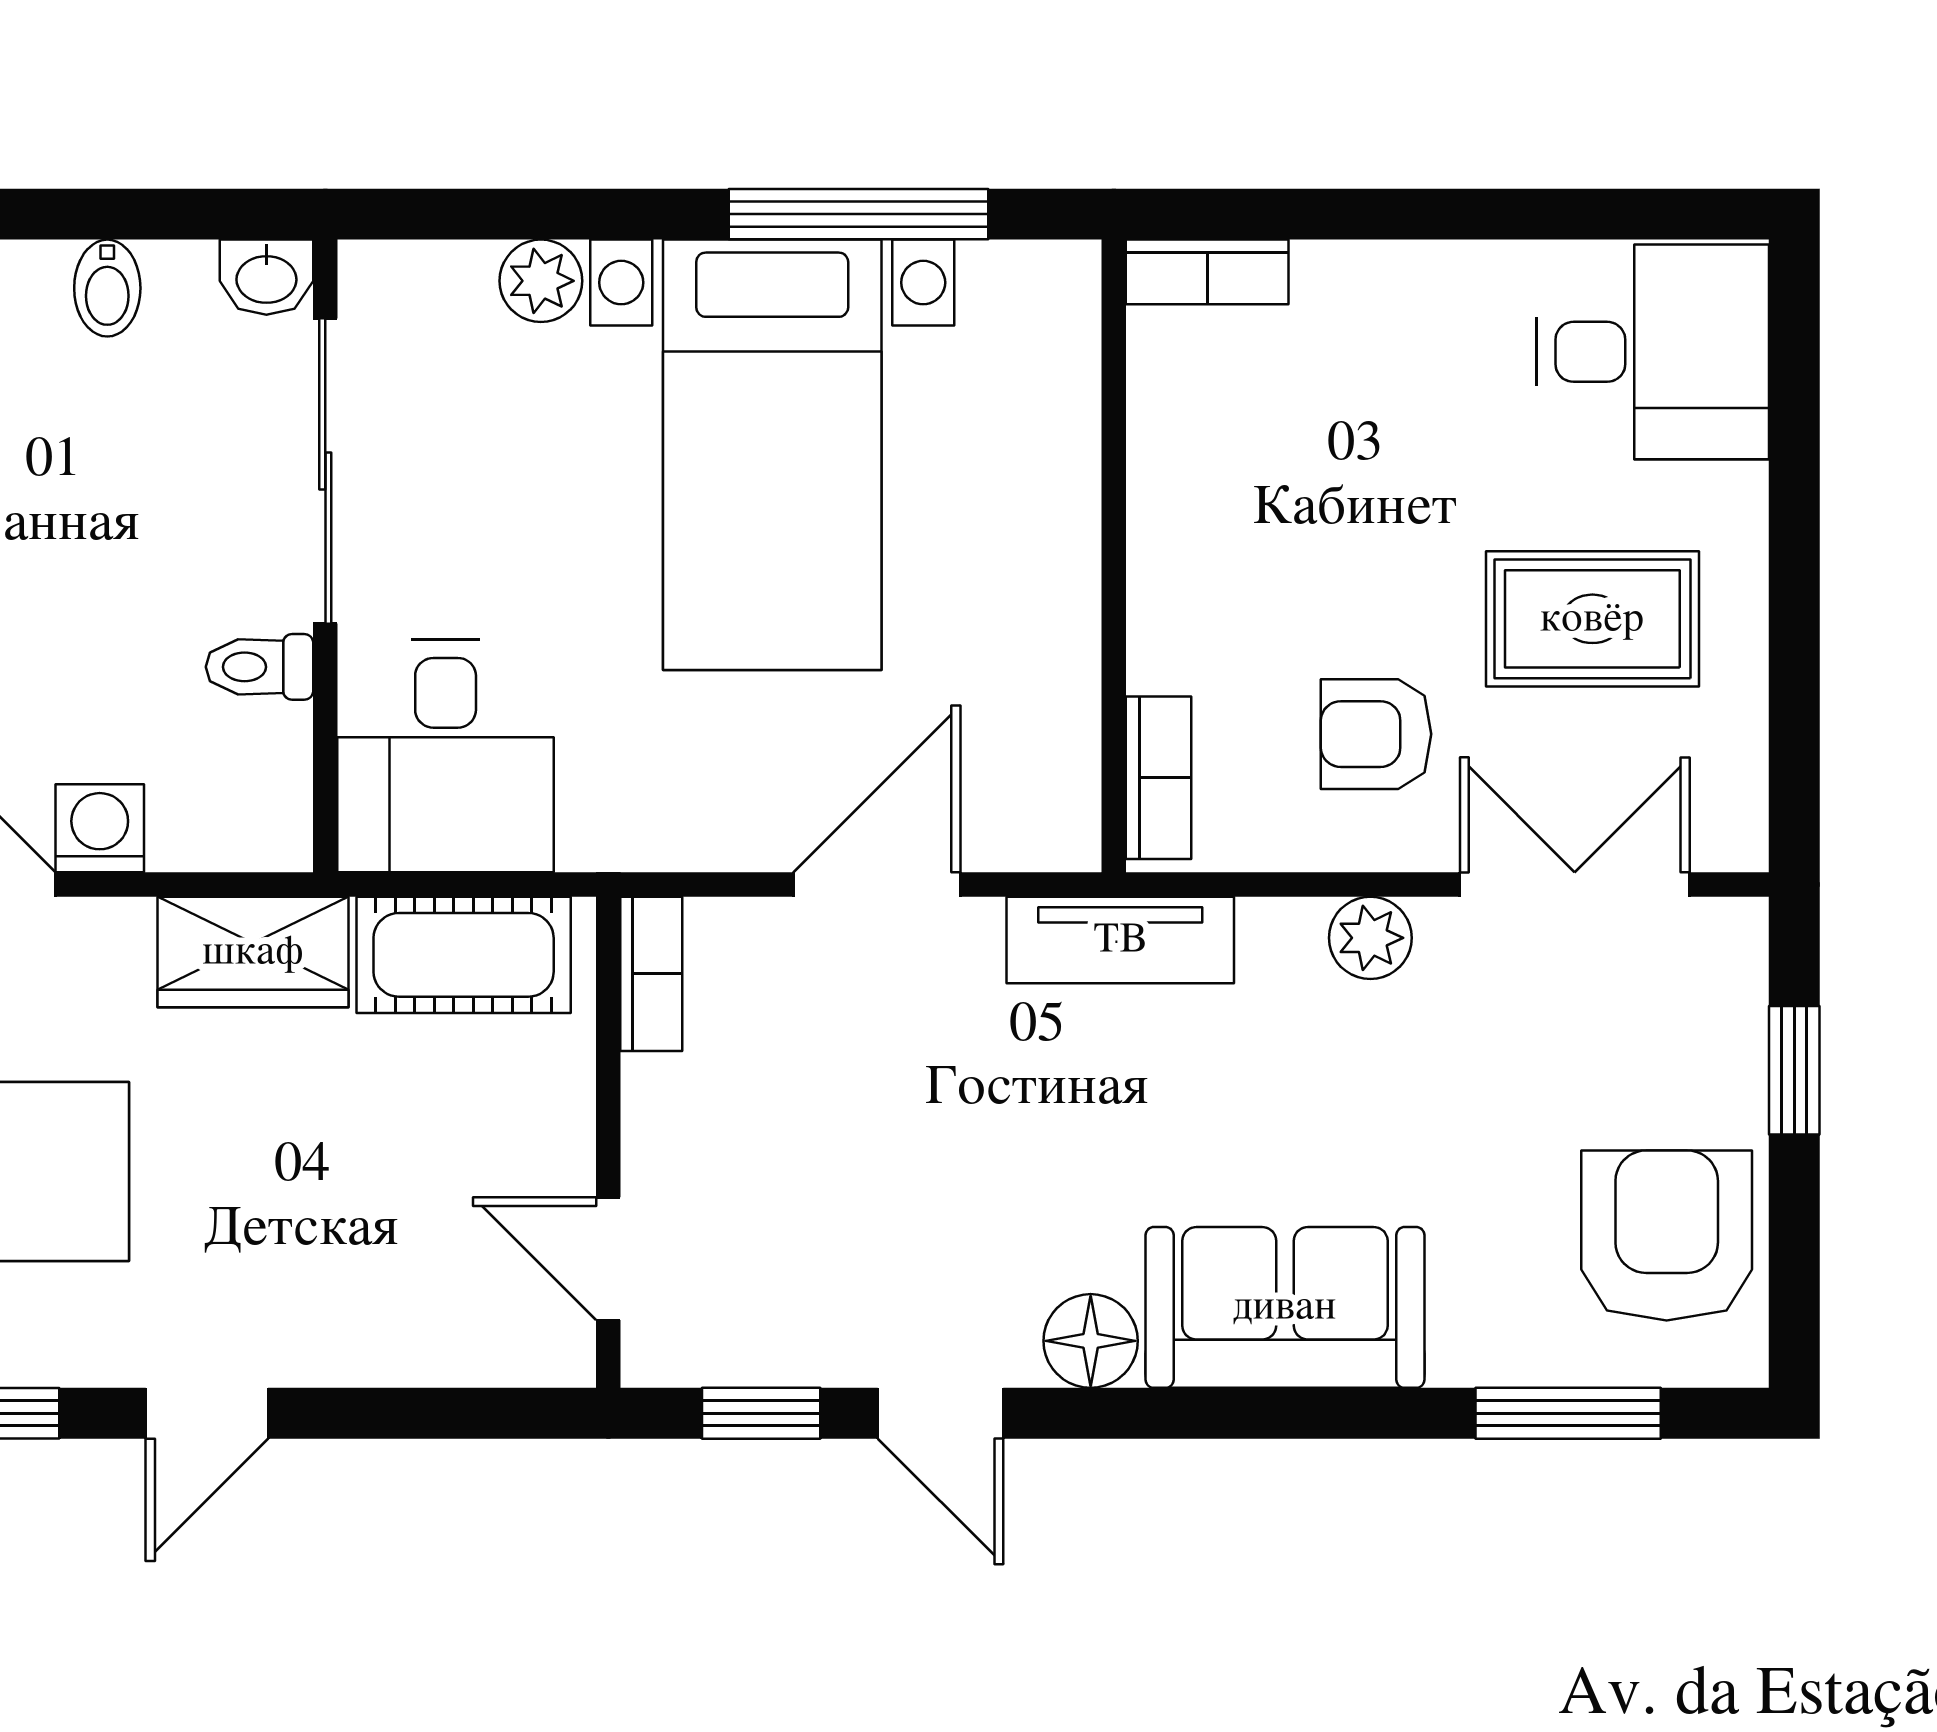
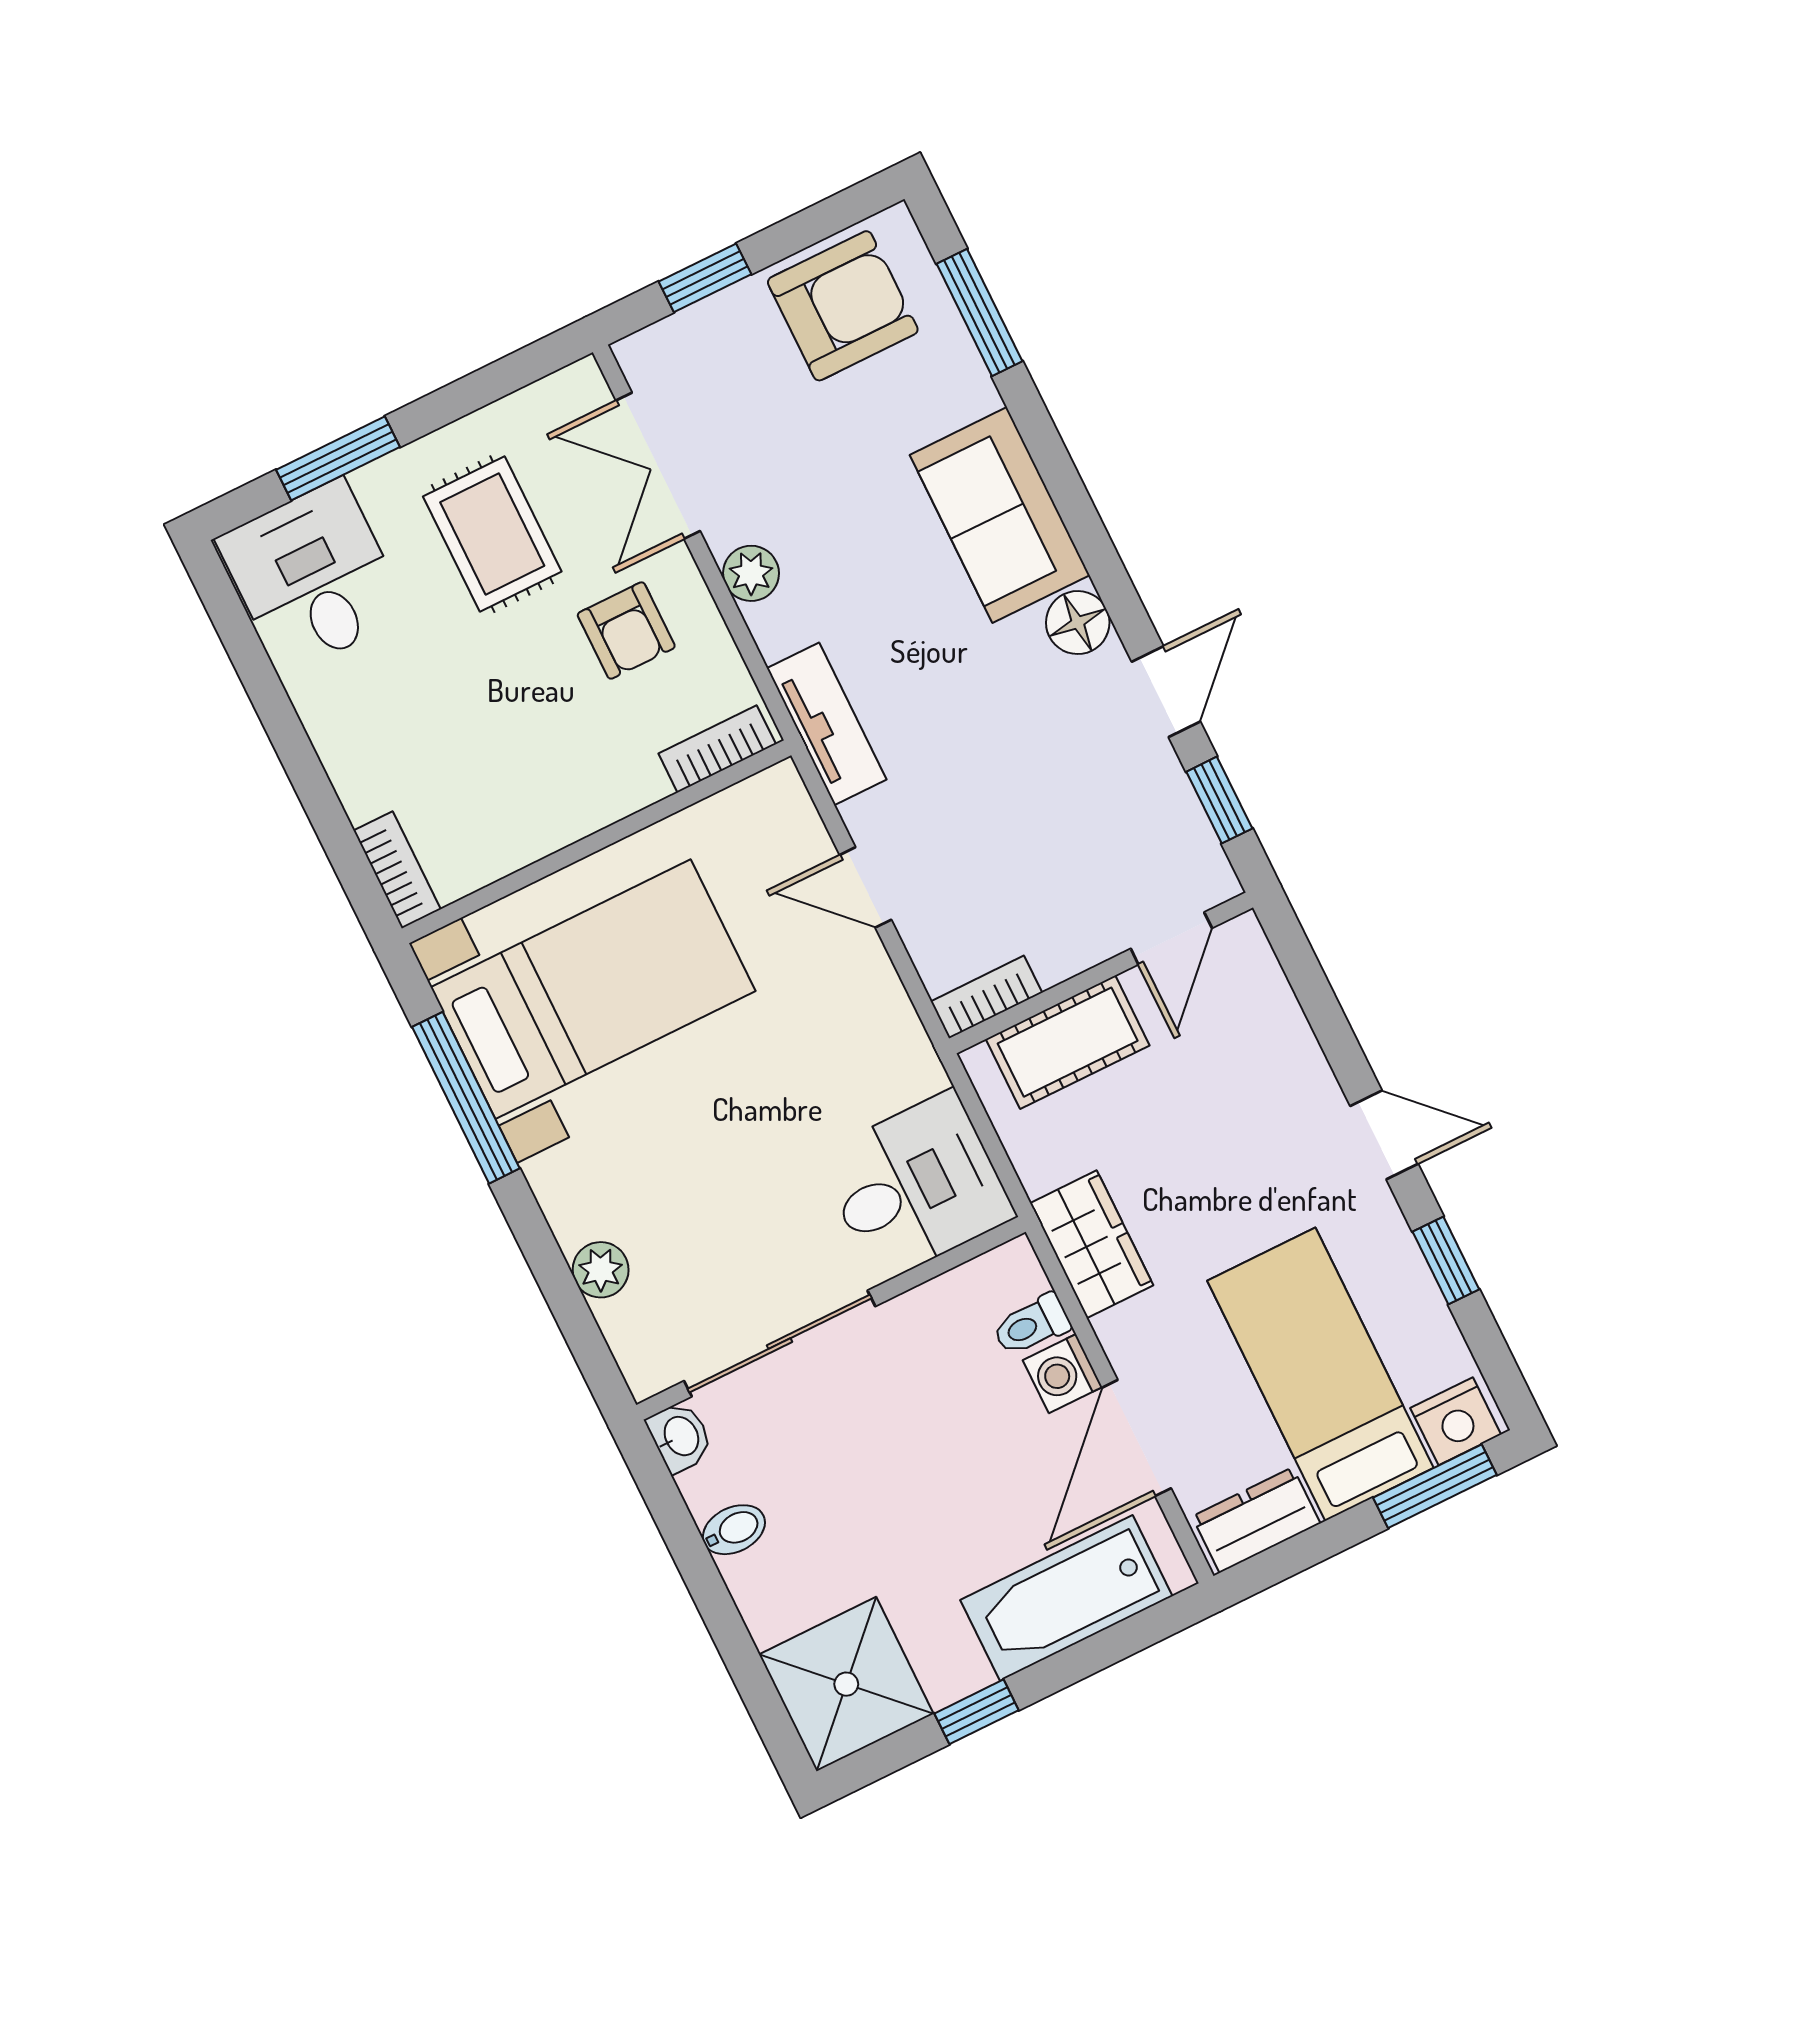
bed with nightstands: (772, 455) -> (593, 989), moved
window: (1794, 463) -> (338, 458), added
toilet: (260, 667) -> (1031, 1325), moved, turned 90
door: (877, 885) -> (865, 887), width x0.73
cot: (464, 955) -> (1068, 1042), moved, turned 90
armchair: (1667, 1236) -> (843, 306), turned 180

